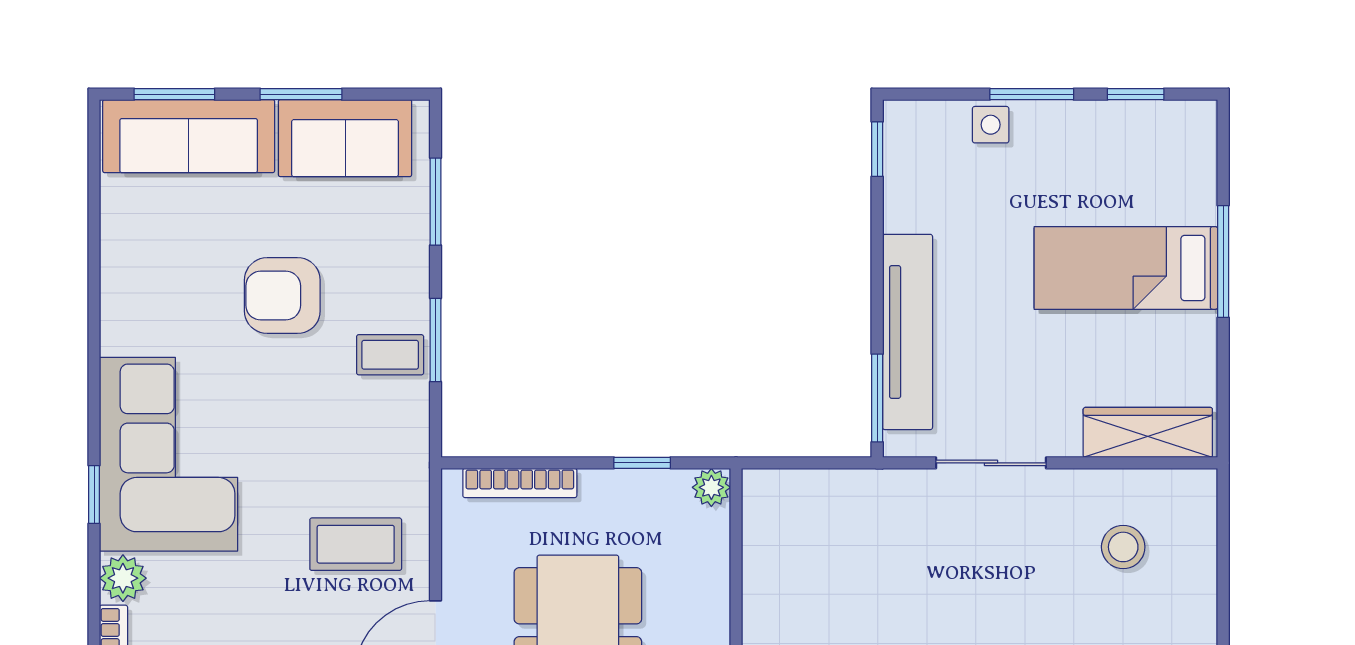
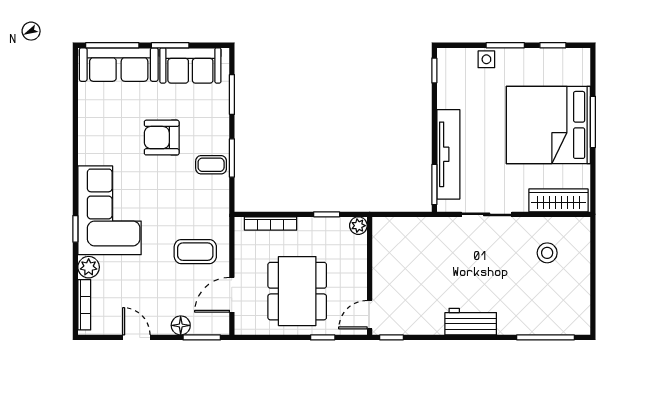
window: (174, 94) -> (112, 45), width x1.44
bed: (1126, 268) -> (548, 125), width x2.04

